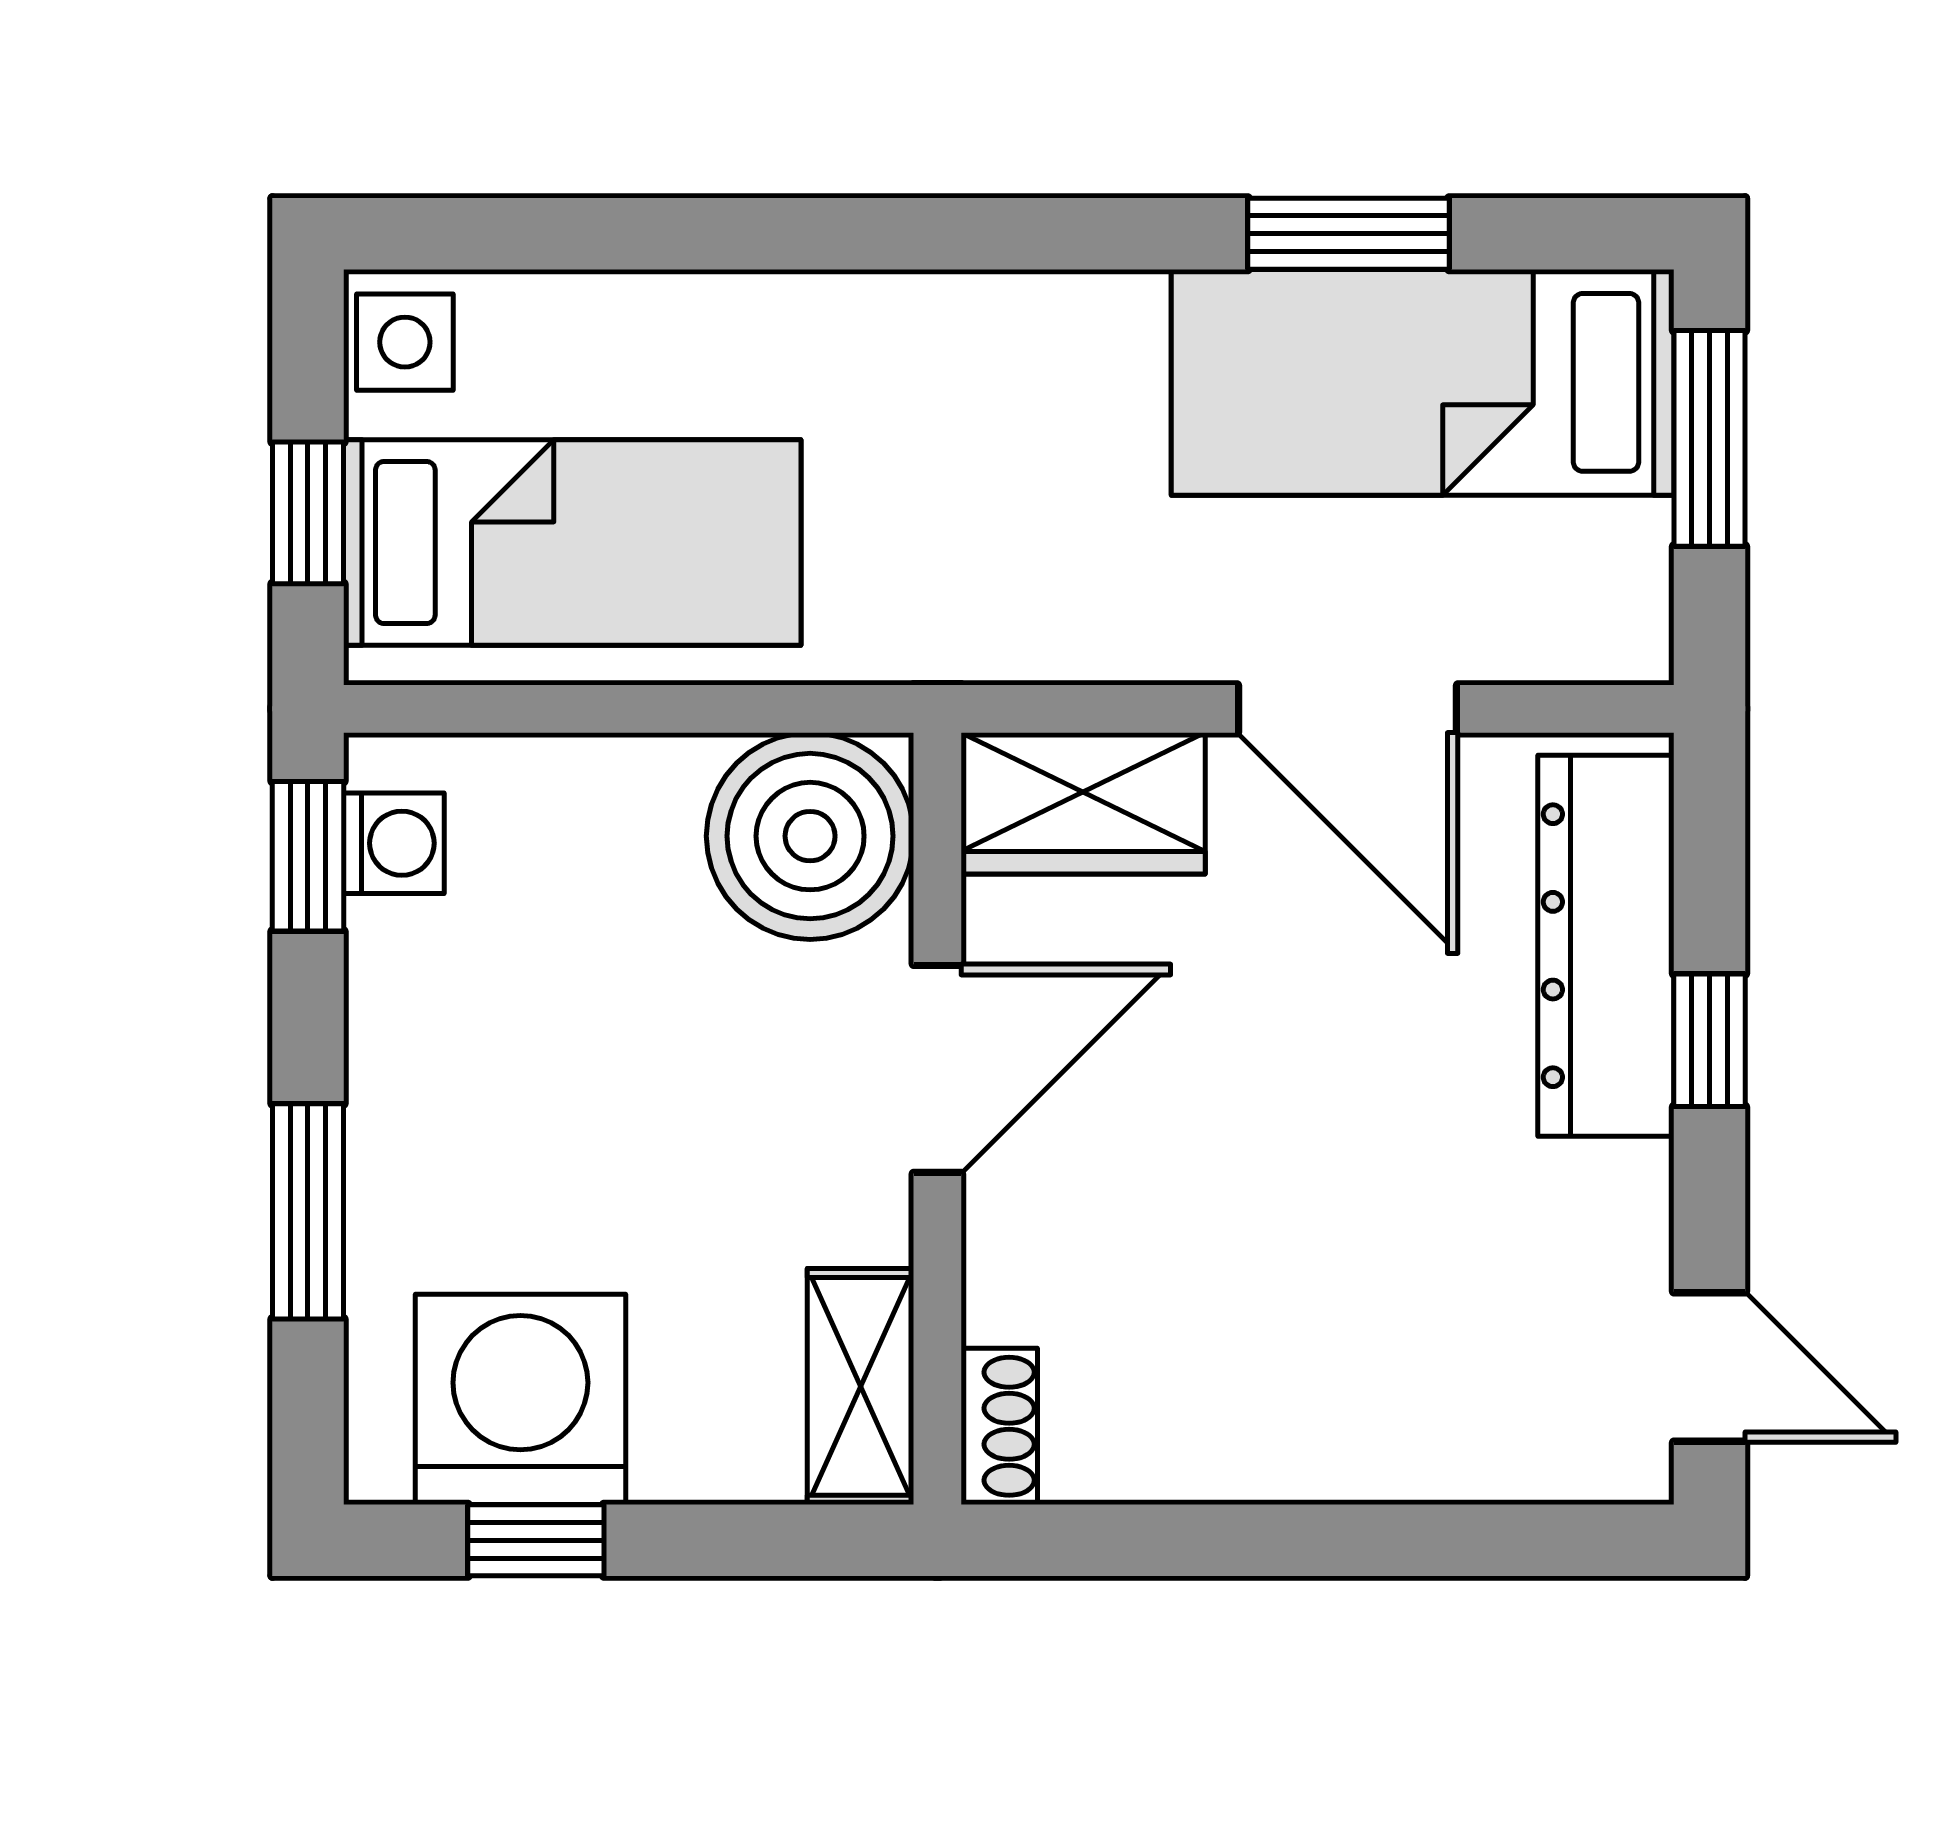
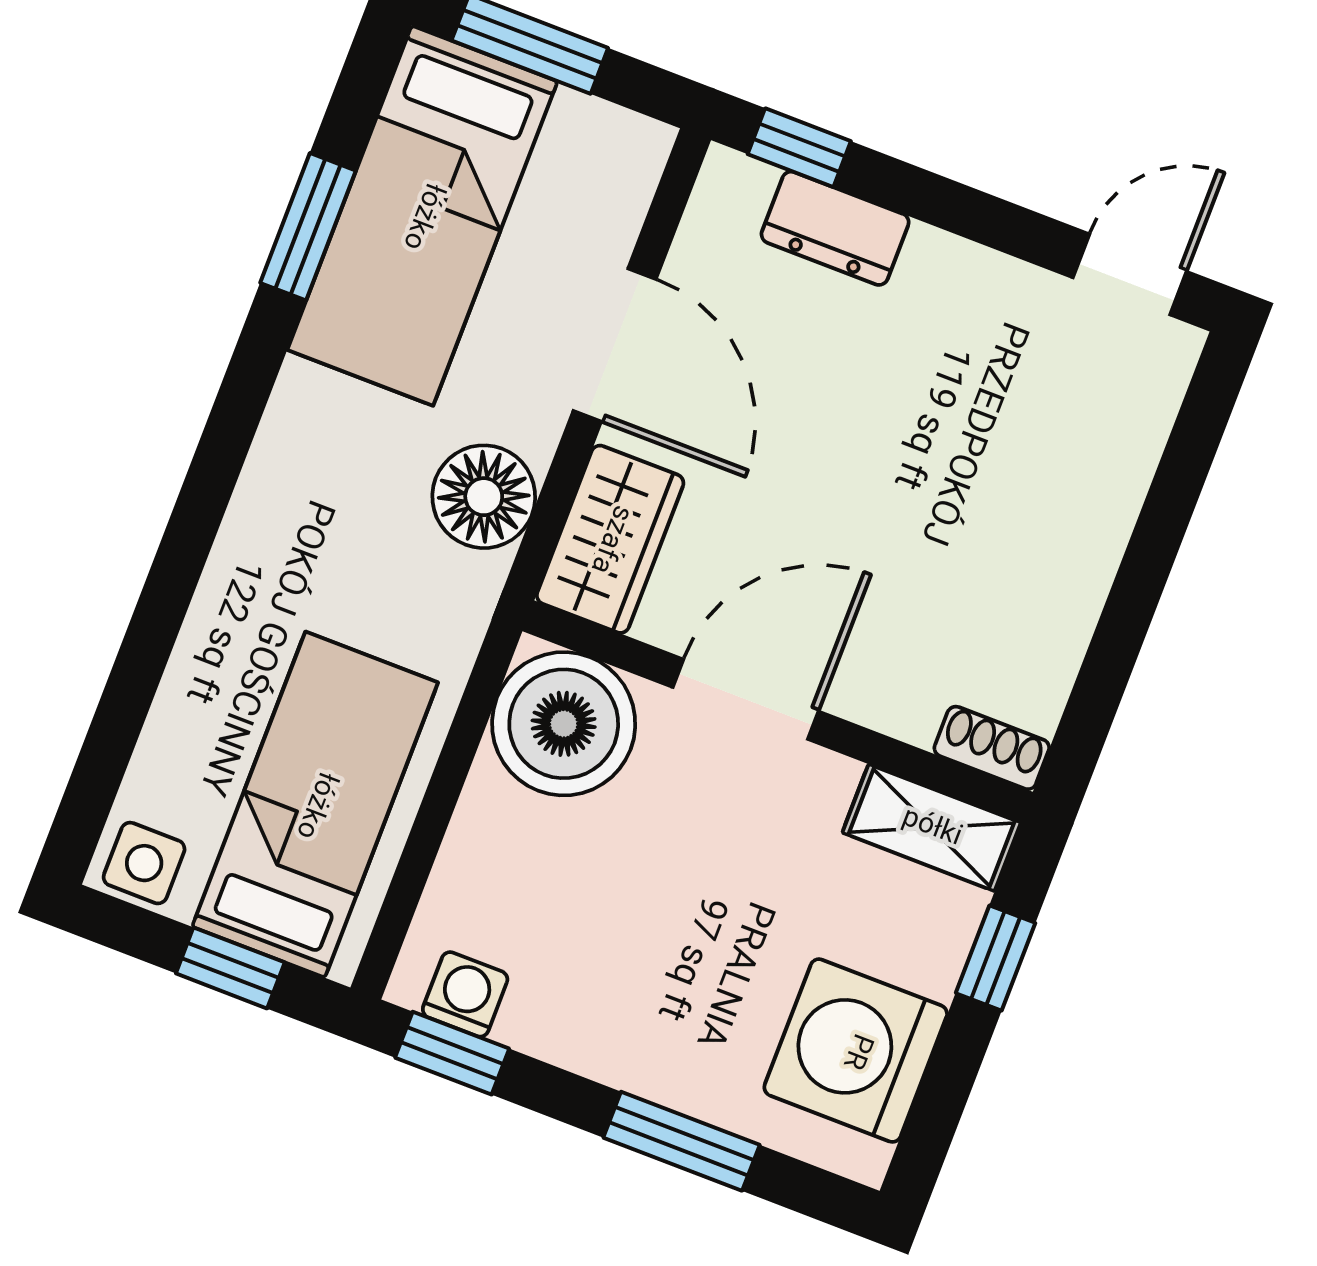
floor lamp: (1075, 611) -> (484, 497), added
door: (1348, 709) -> (615, 345), hinge flipped
dresser: (1606, 946) -> (835, 228), width x0.51, depth x0.80
window: (1710, 1040) -> (799, 148), moved
door: (937, 1069) -> (746, 699), hinge flipped
window: (536, 1540) -> (996, 958), moved

